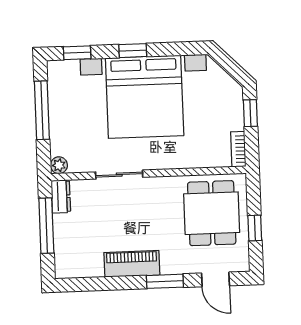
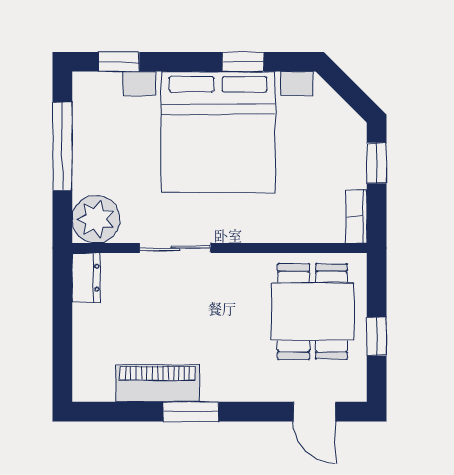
window: (133, 51) -> (243, 62), moved
plant: (59, 165) -> (96, 219), width x1.88, depth x1.88
window: (46, 226) -> (62, 321), removed
piano: (132, 264) -> (158, 383), moved
window: (165, 281) -> (191, 412), moved

